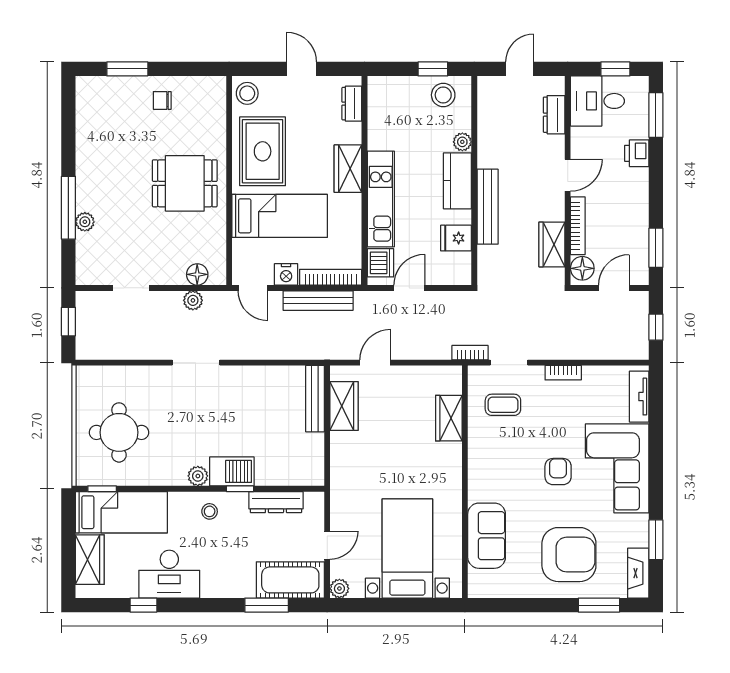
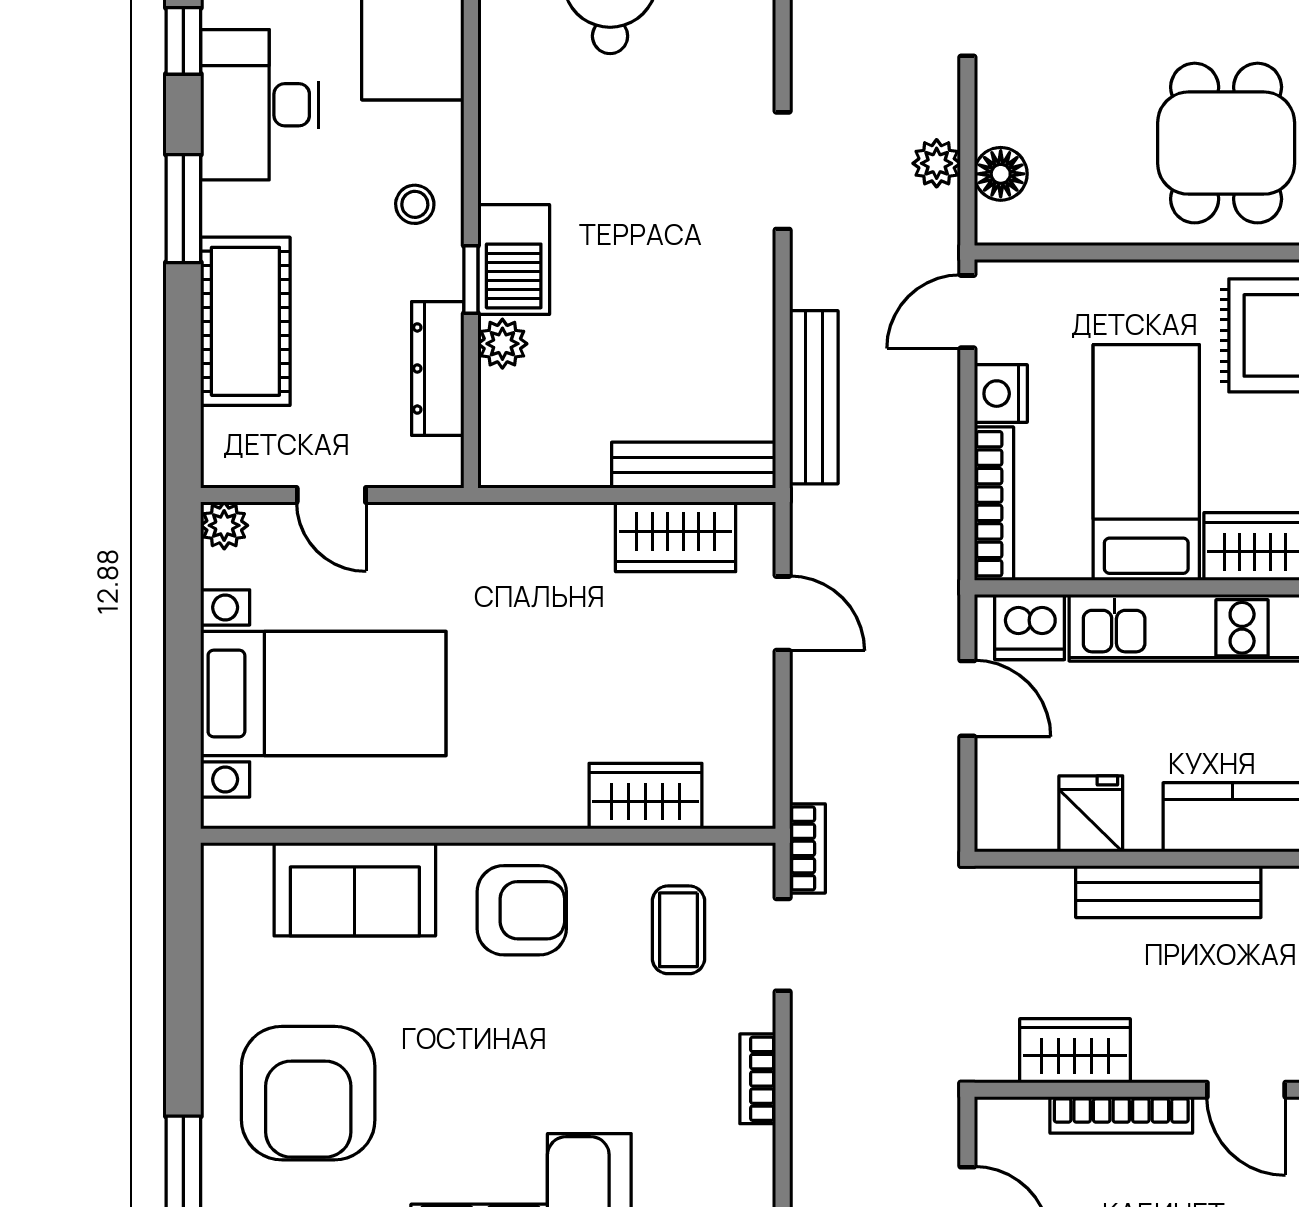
bed: (280, 216) -> (1146, 463), moved, turned 180
floor lamp: (582, 268) -> (1016, 1126), removed
bench: (318, 301) -> (814, 397), moved
armchair: (558, 472) -> (522, 910), moved, width x1.38, depth x1.38
plant: (198, 476) -> (502, 344), moved
cot: (290, 580) -> (245, 321), moved
window: (267, 605) -> (183, 209), moved

